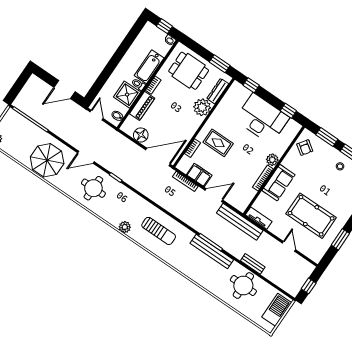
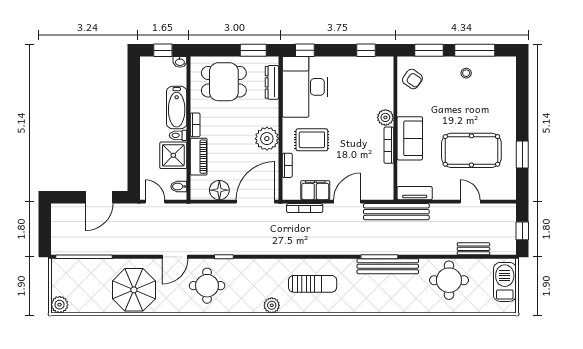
plant: (202, 107) -> (267, 139), moved
desk: (262, 119) -> (305, 87), moved, turned -90
bench: (253, 264) -> (473, 249), moved

